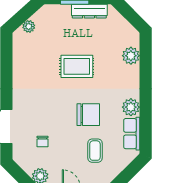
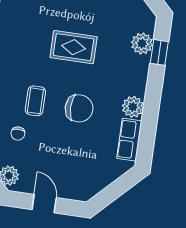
window: (146, 61) -> (159, 52), added
coffee table: (95, 151) -> (35, 101), moved

